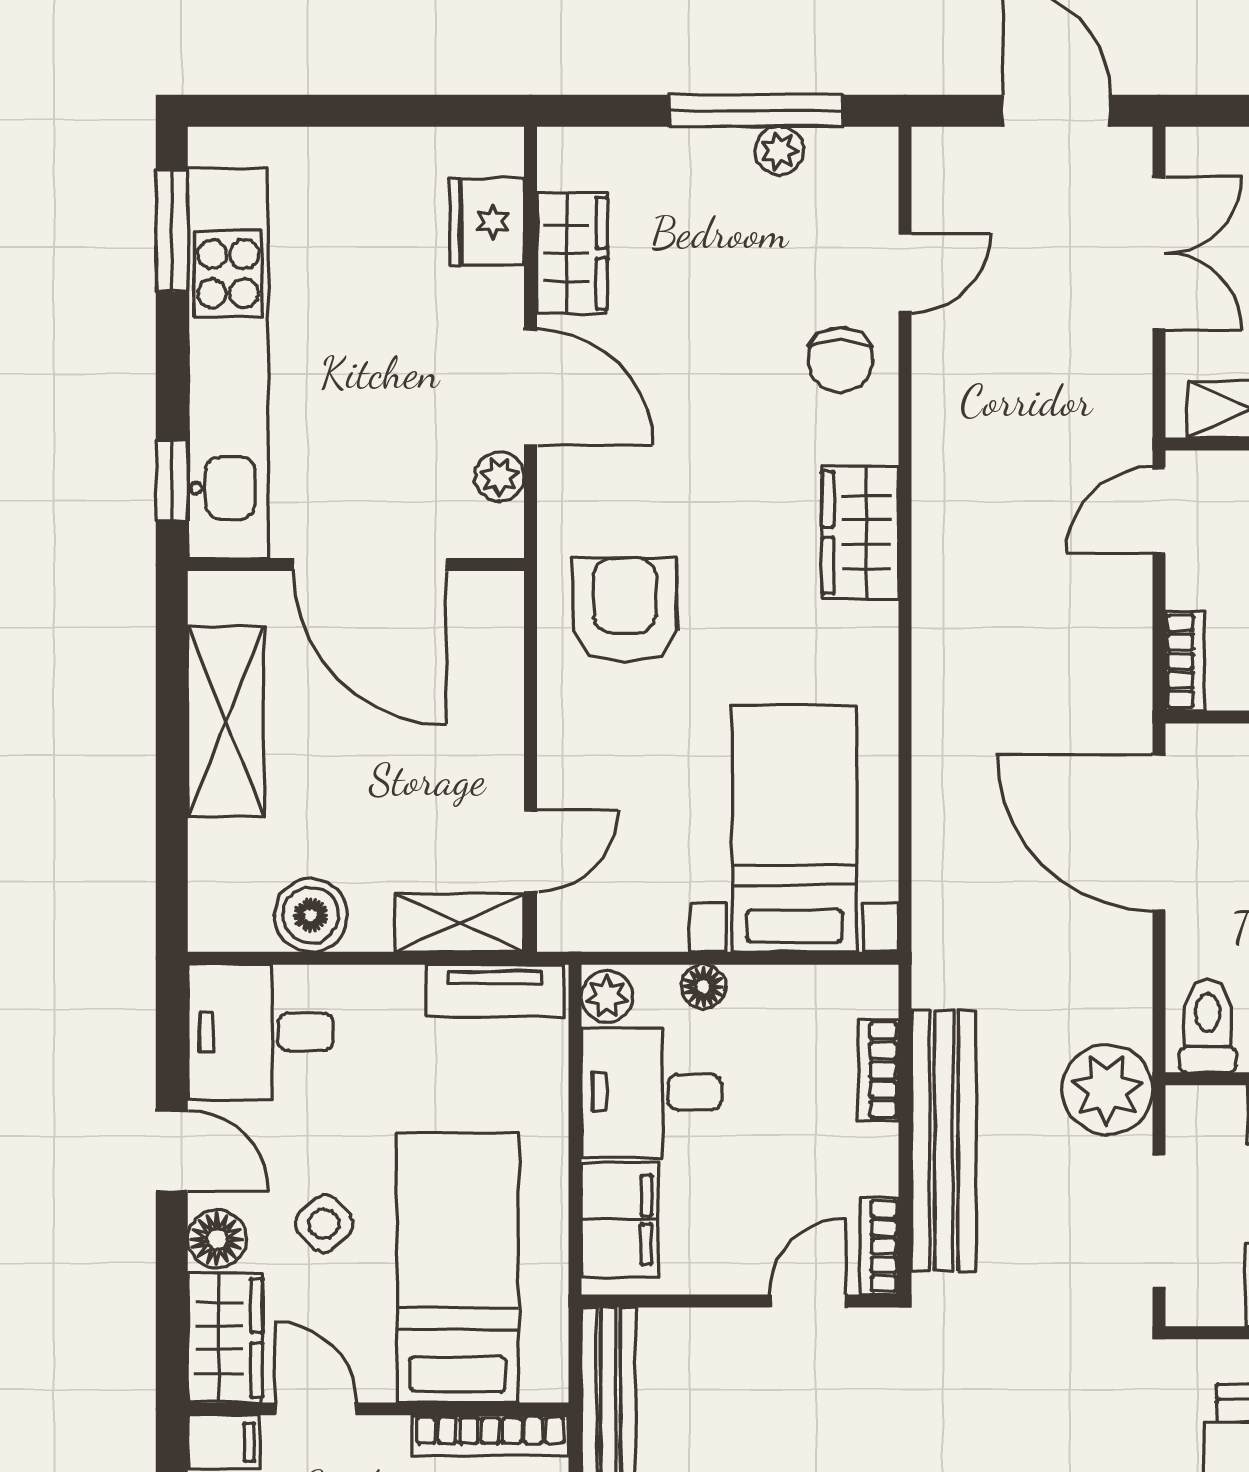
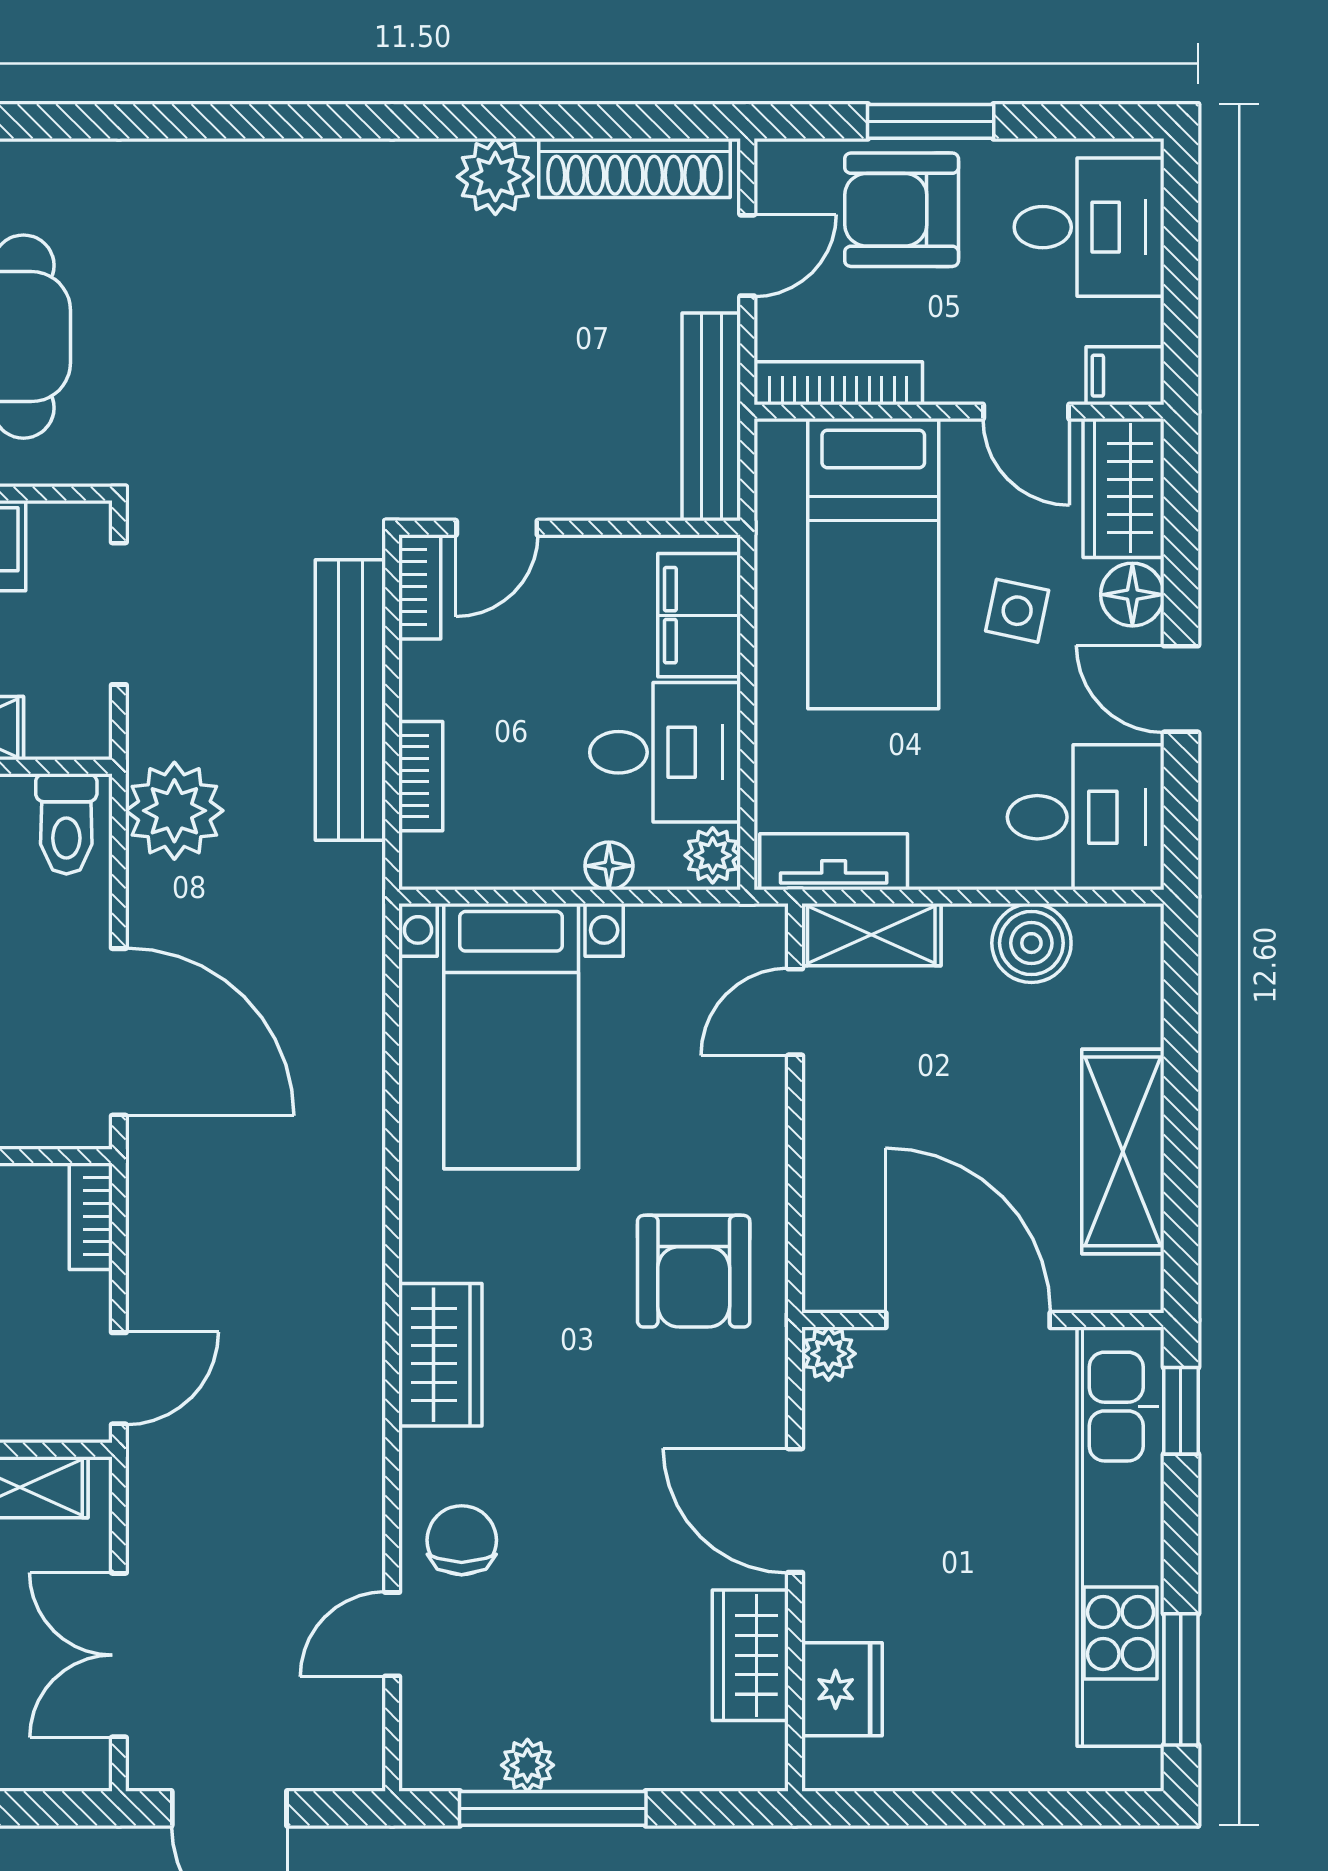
plant: (499, 476) -> (829, 1354), moved
plant: (1107, 1090) -> (174, 811), moved
side table: (324, 1224) -> (1017, 611), turned -37

